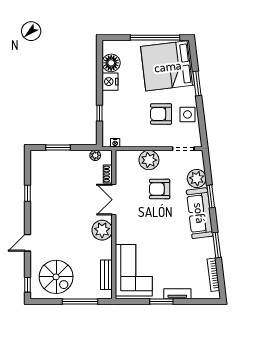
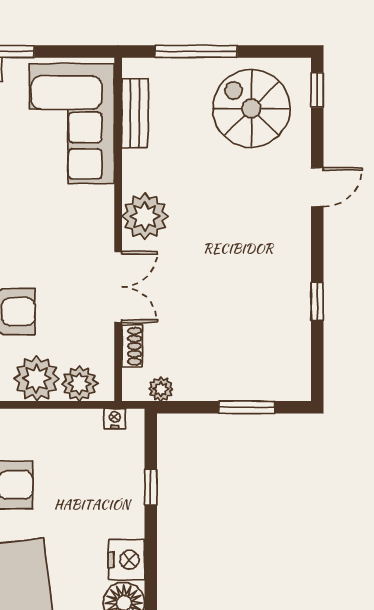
plant: (130, 158) -> (79, 384), added

